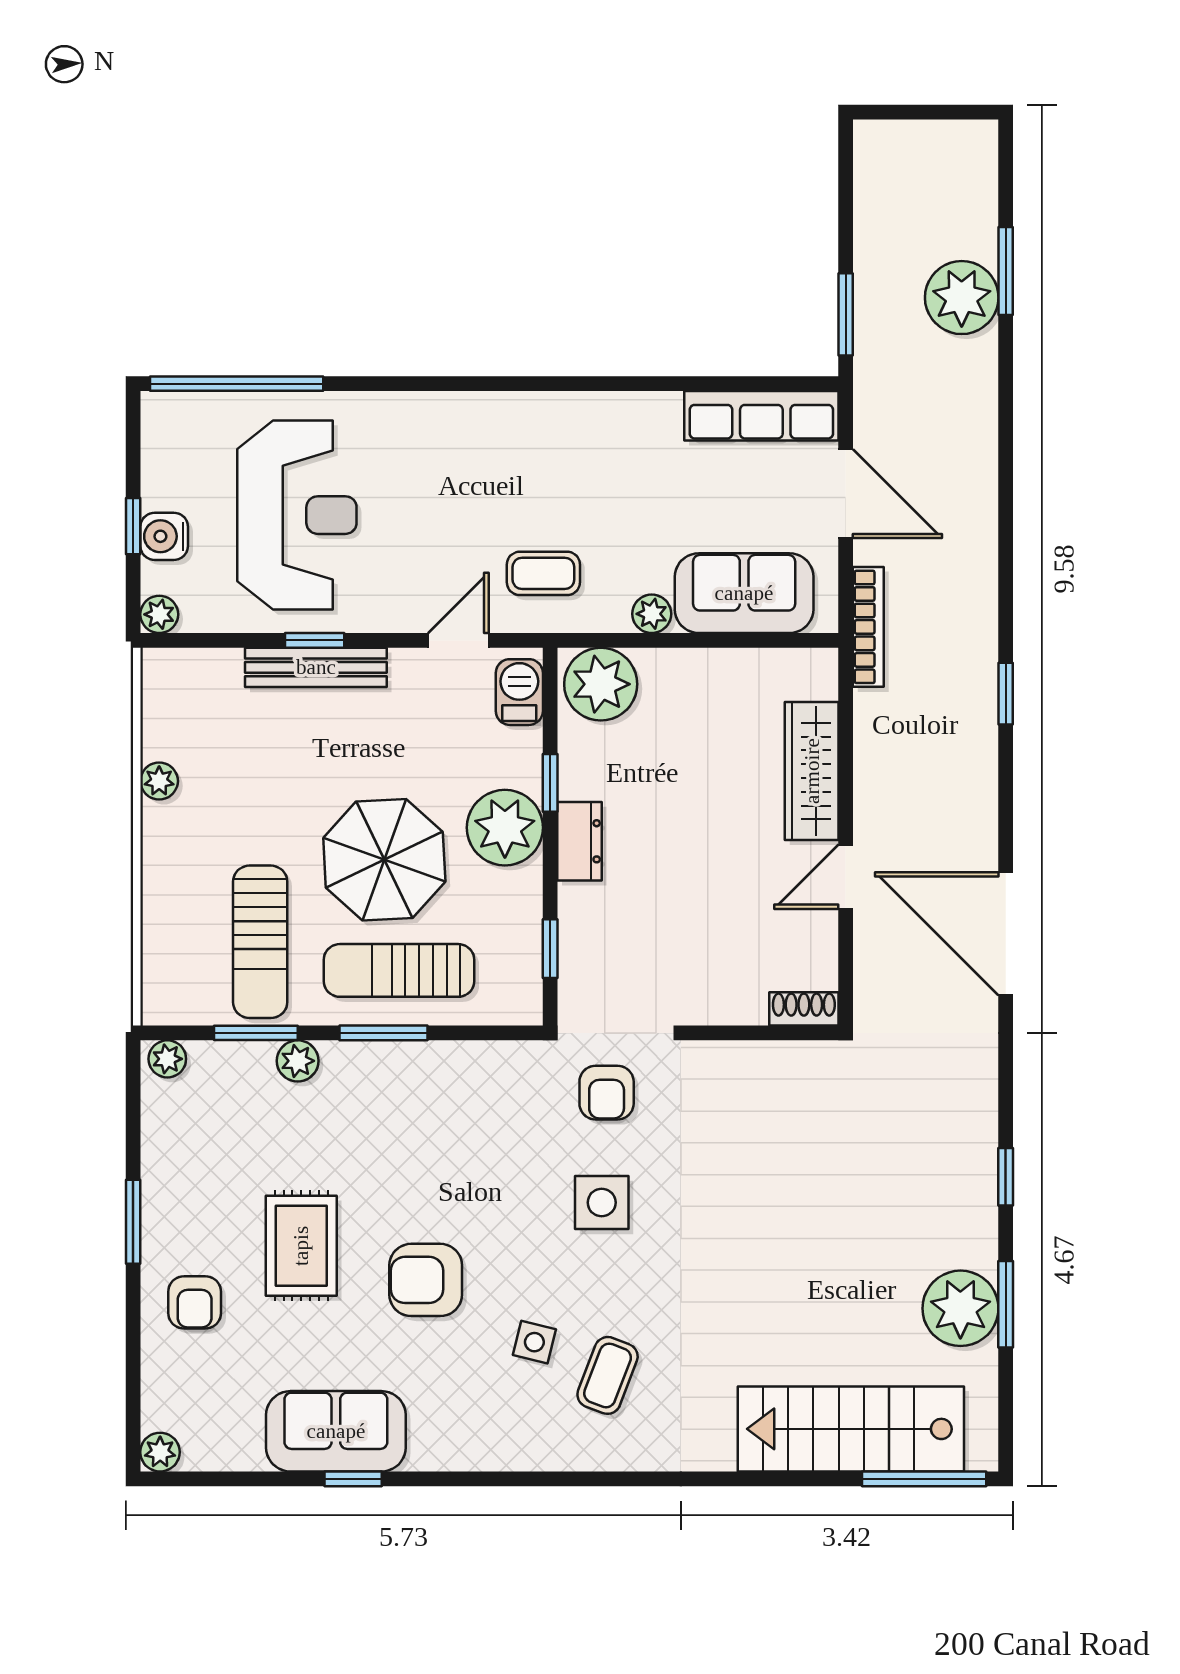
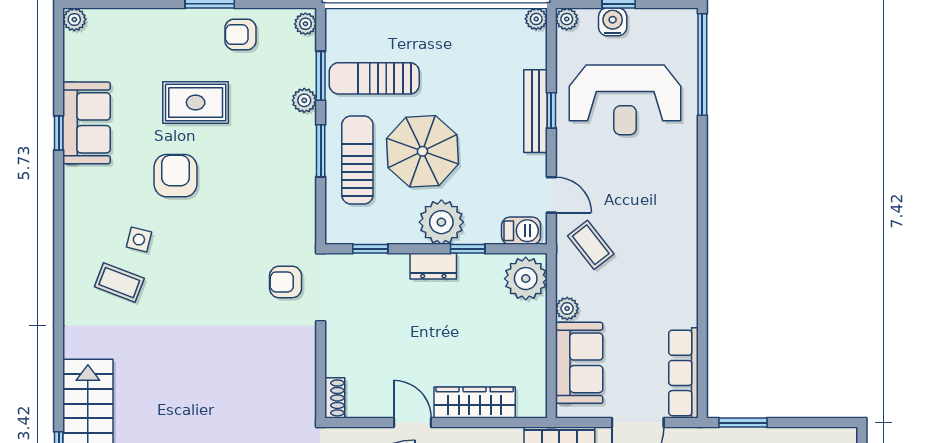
coffee table: (543, 573) -> (591, 245), turned -38
plant: (159, 781) -> (536, 19), moved
side table: (602, 1203) -> (221, 279), removed
armchair: (195, 1302) -> (240, 34), moved

